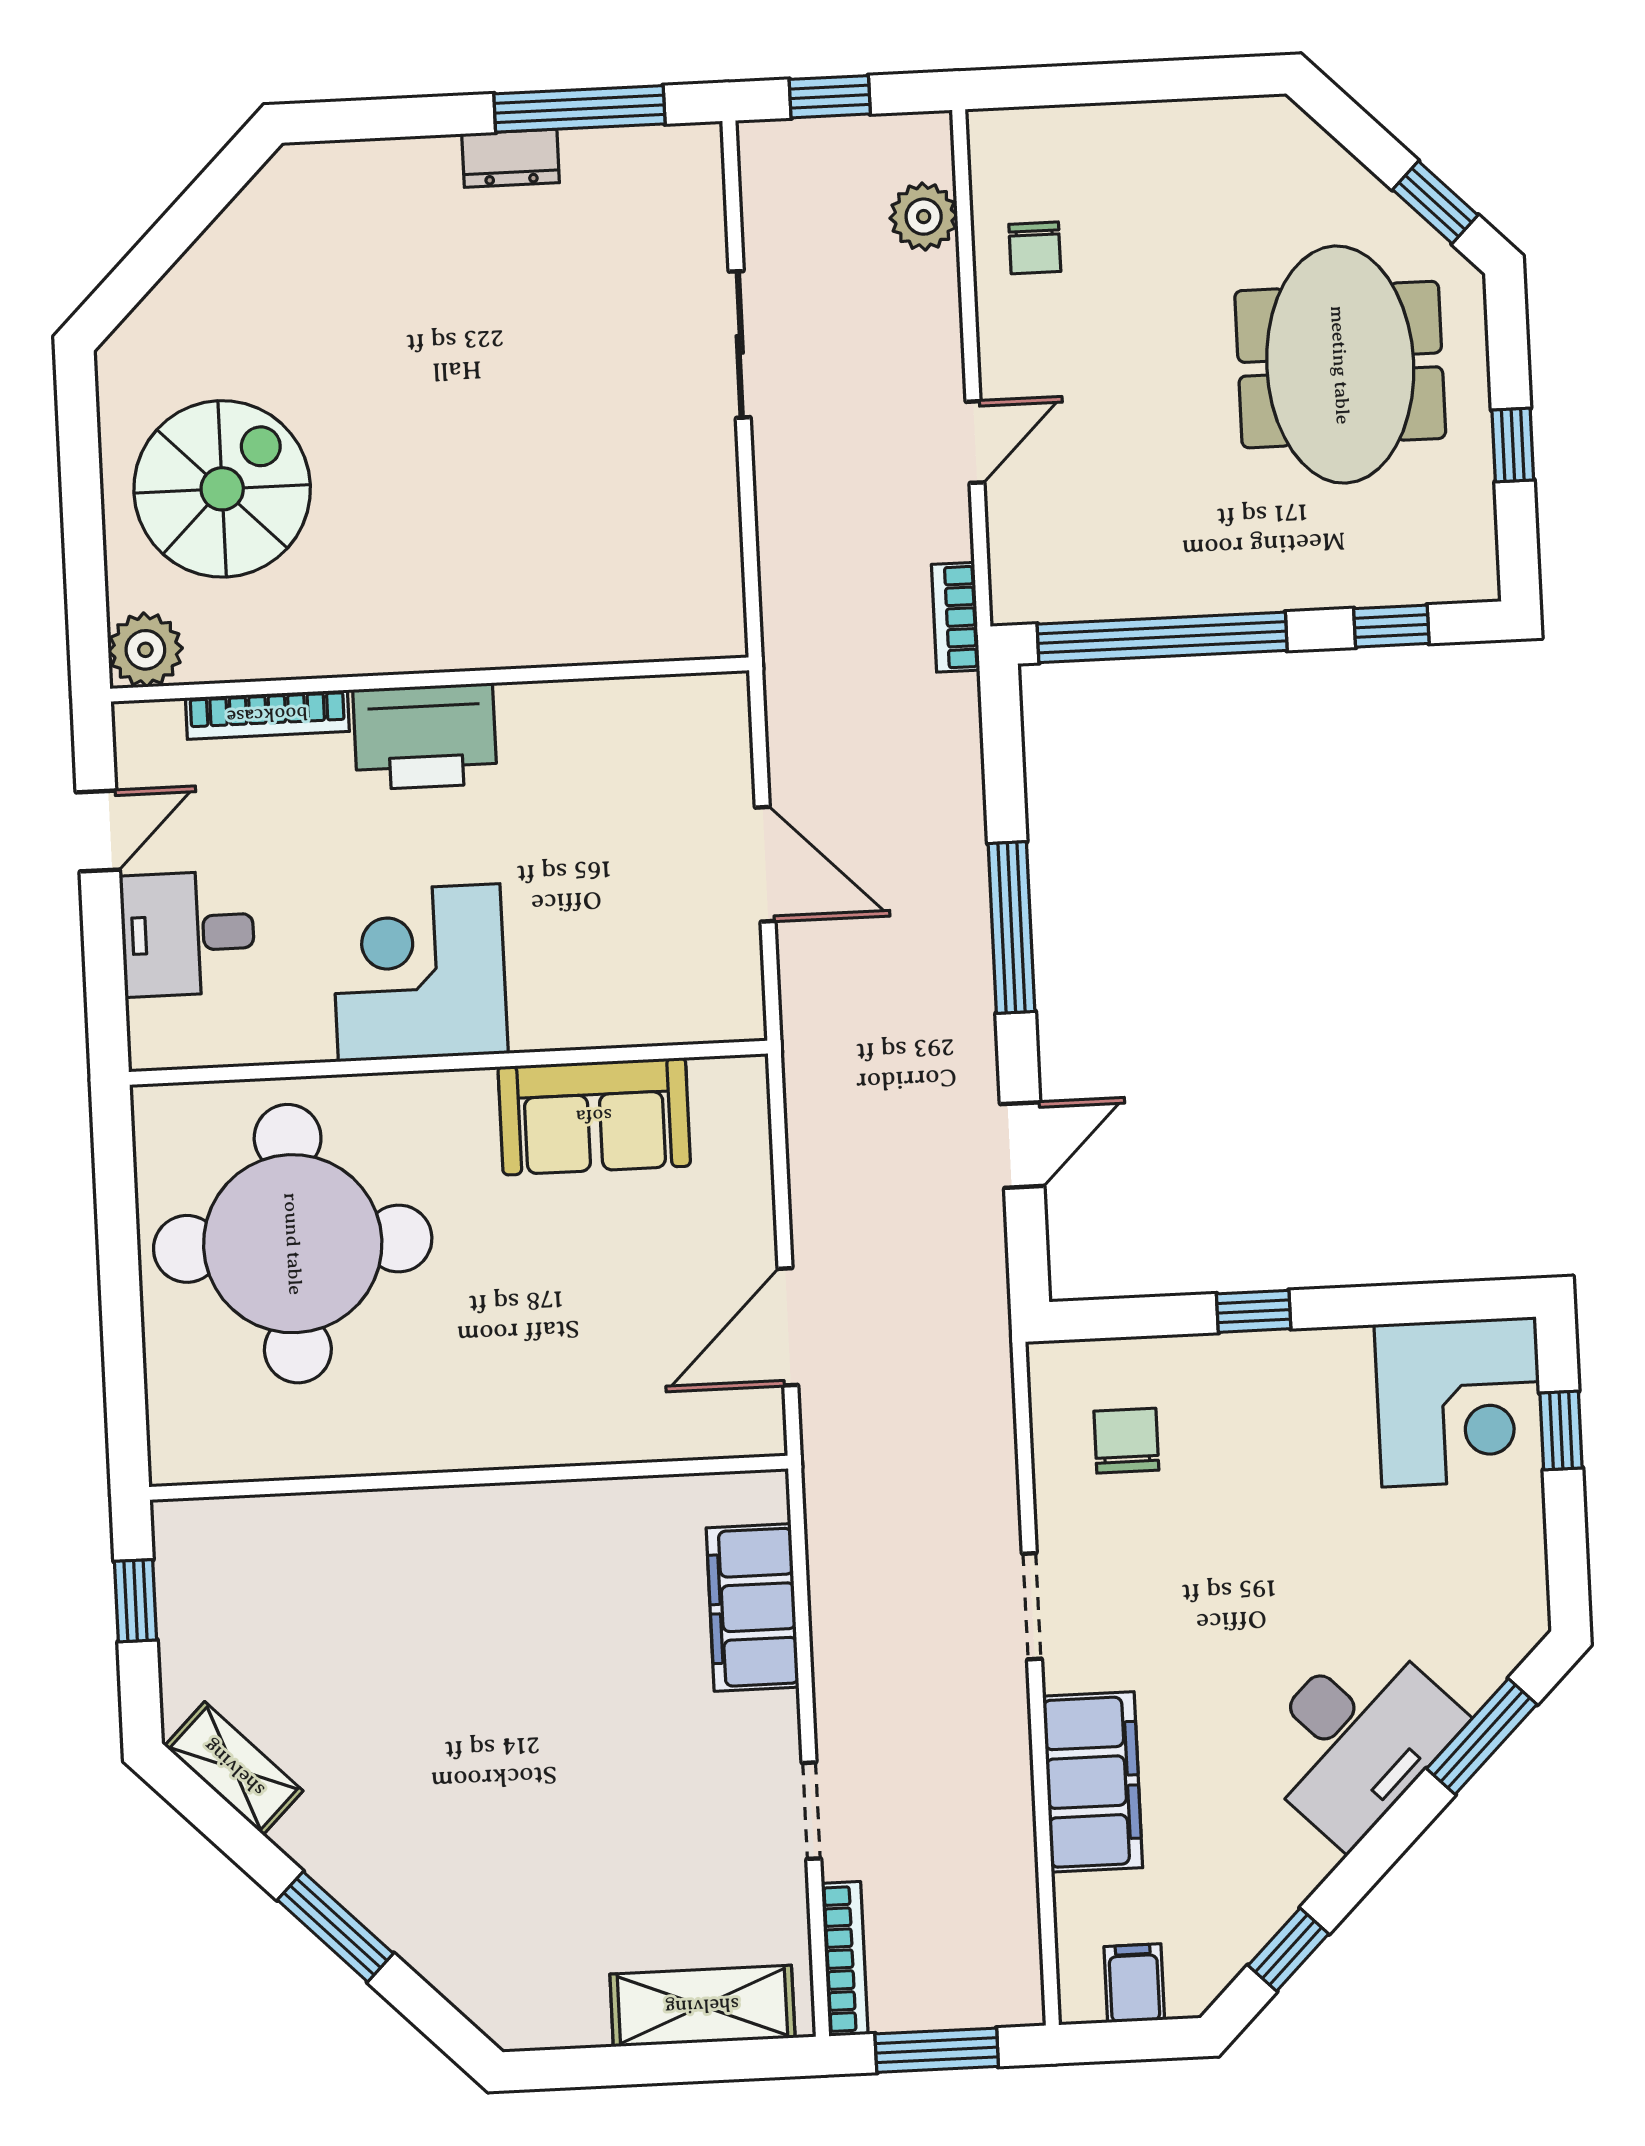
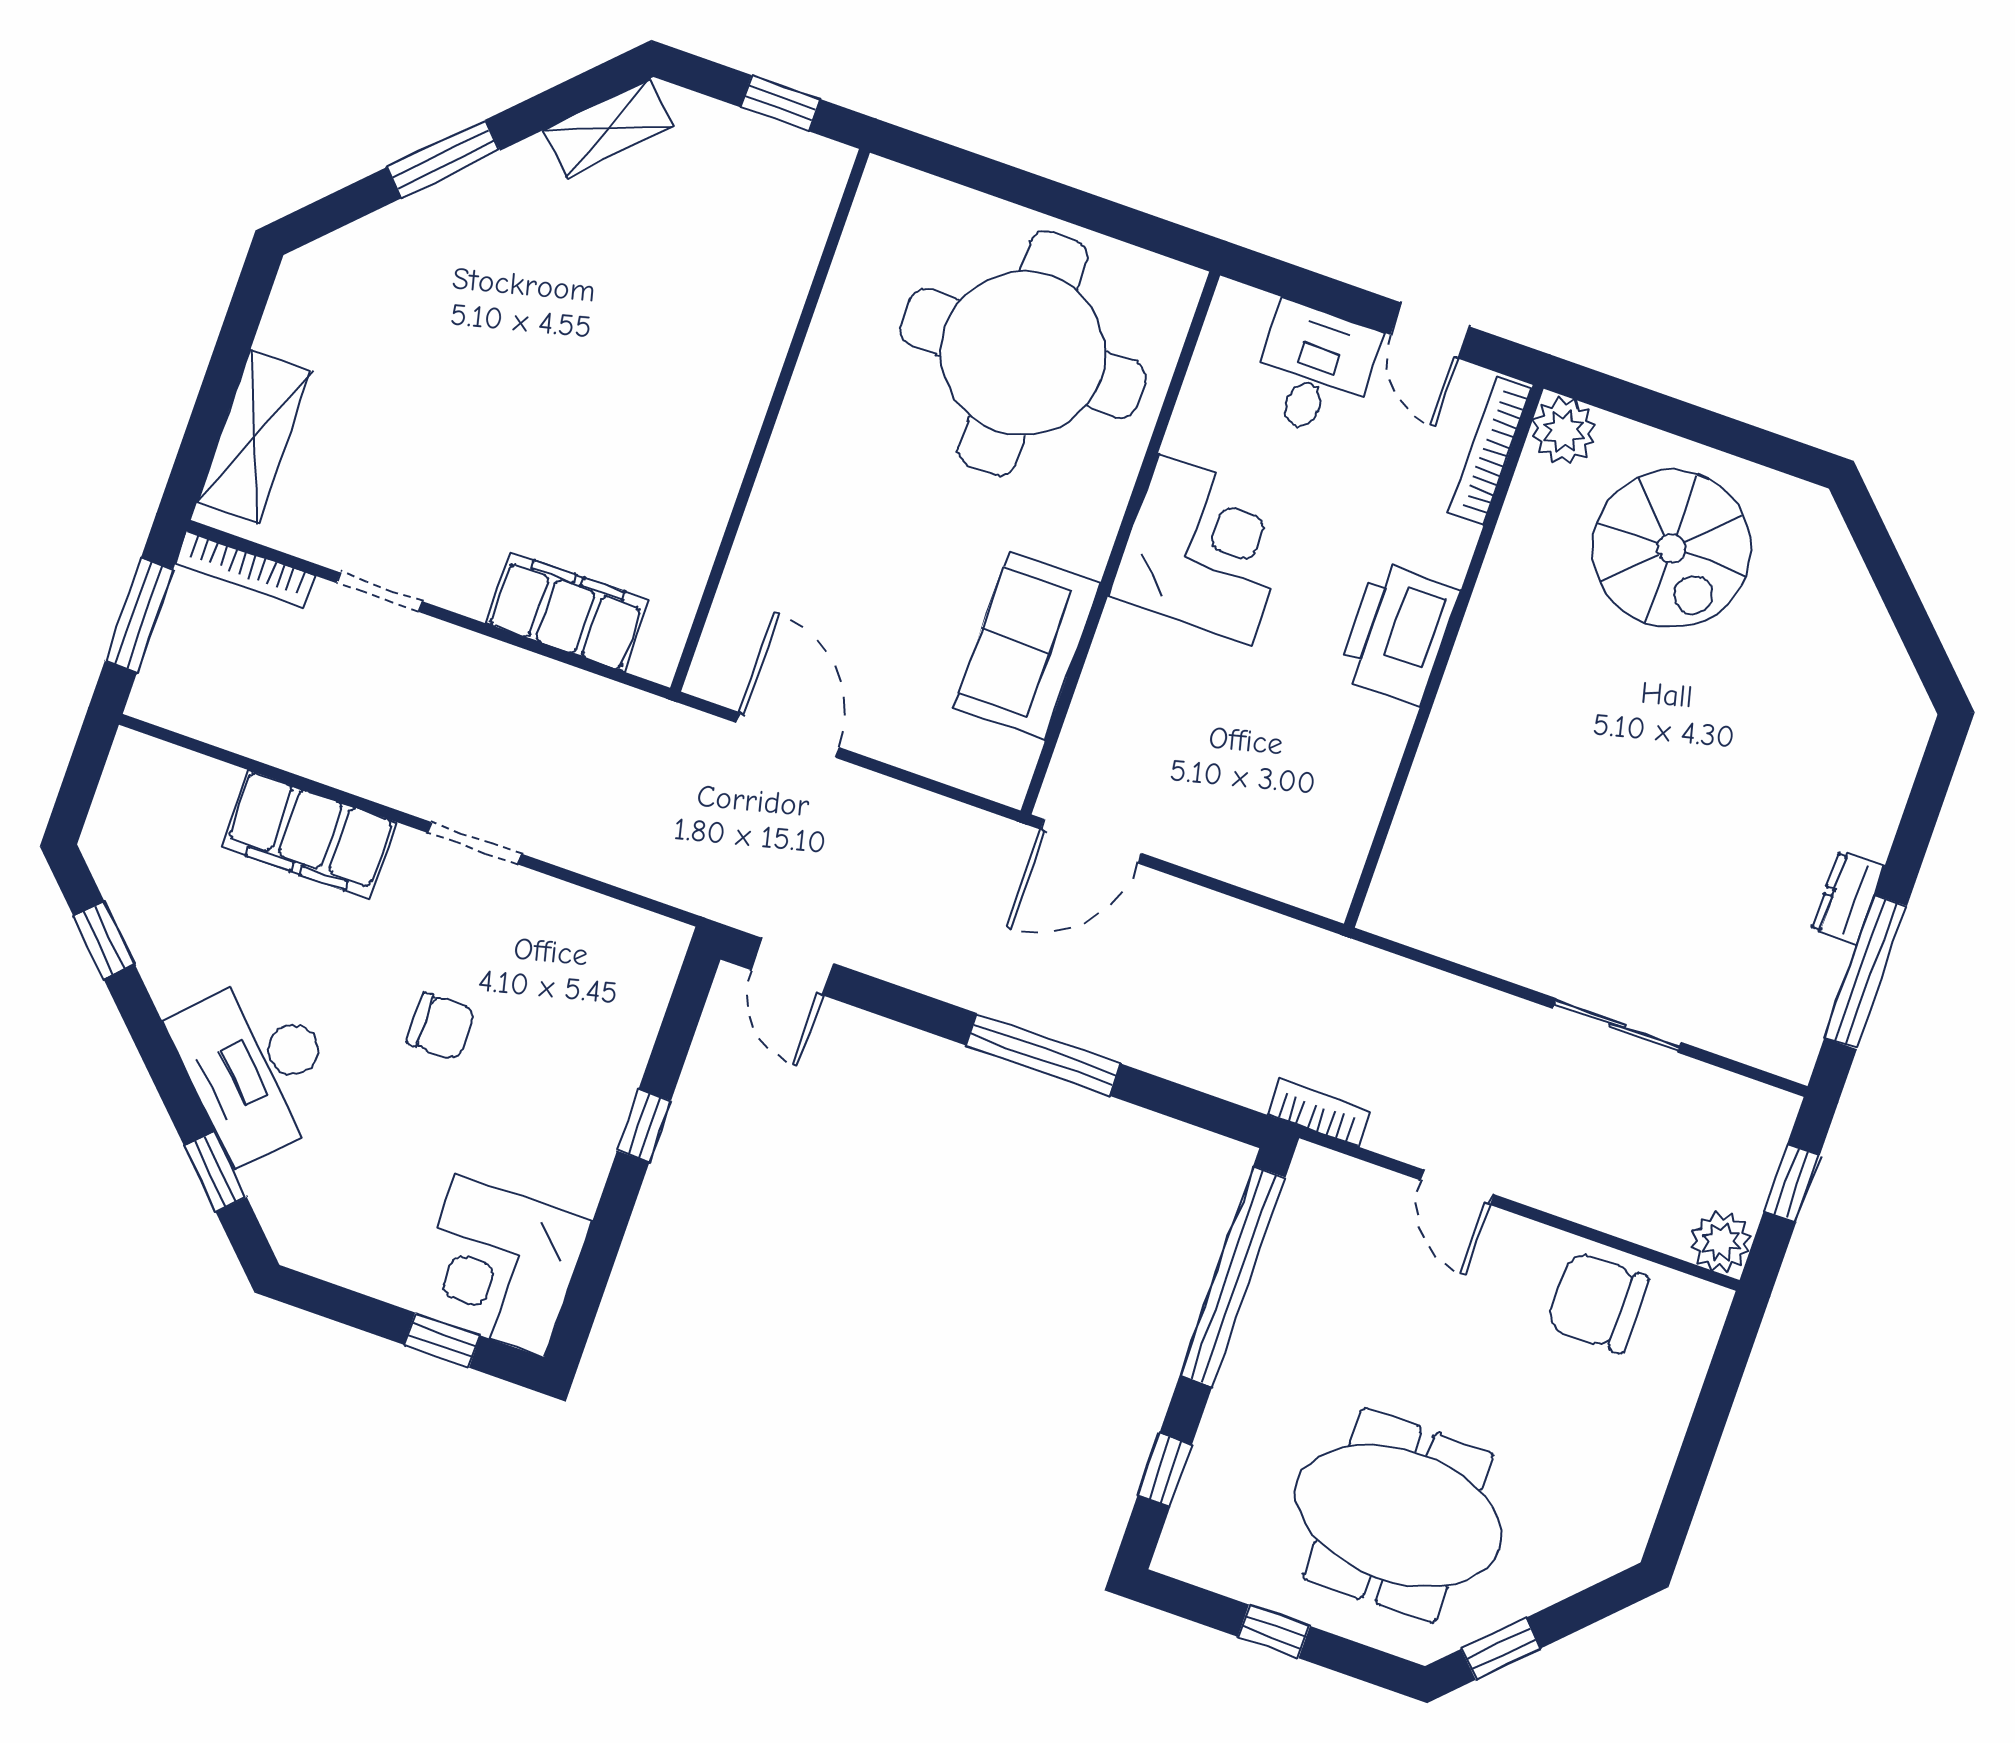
plant: (924, 217) -> (1721, 1242), moved
chair: (1035, 248) -> (1598, 1302), width x1.87, depth x1.87
bookcase: (267, 715) -> (1490, 451), moved
door: (765, 864) -> (1091, 841), moved
door: (1022, 1145) -> (792, 967), moved
chair: (1126, 1441) -> (441, 1026), moved
window: (1482, 1736) -> (215, 1172), width x0.67
filing cabinet: (1134, 1983) -> (128, 801), removed

